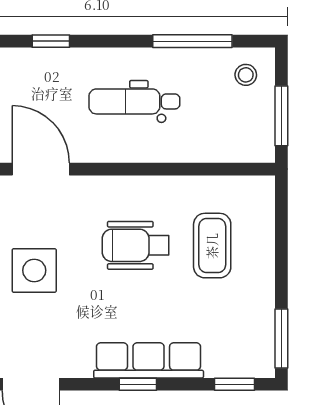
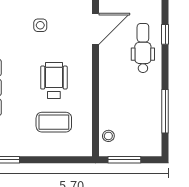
stool: (246, 75) -> (108, 136), moved
dental chair: (134, 101) -> (143, 48), moved
side table: (34, 270) -> (40, 25), width x0.54, depth x0.54

